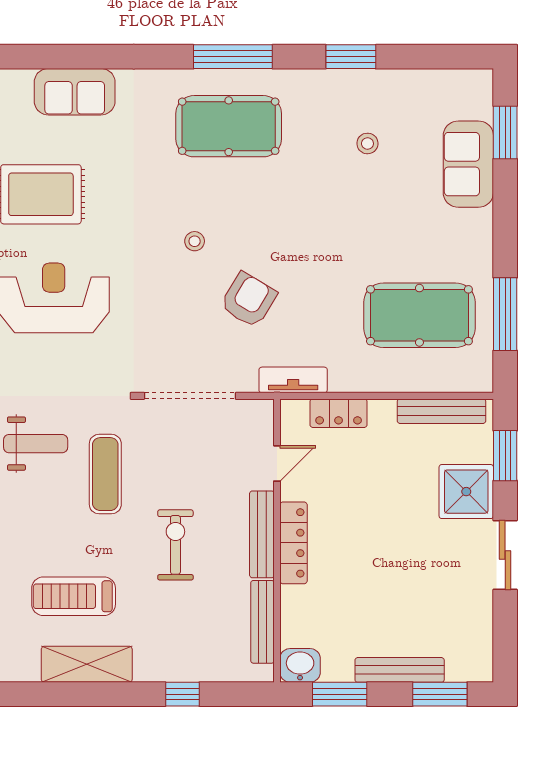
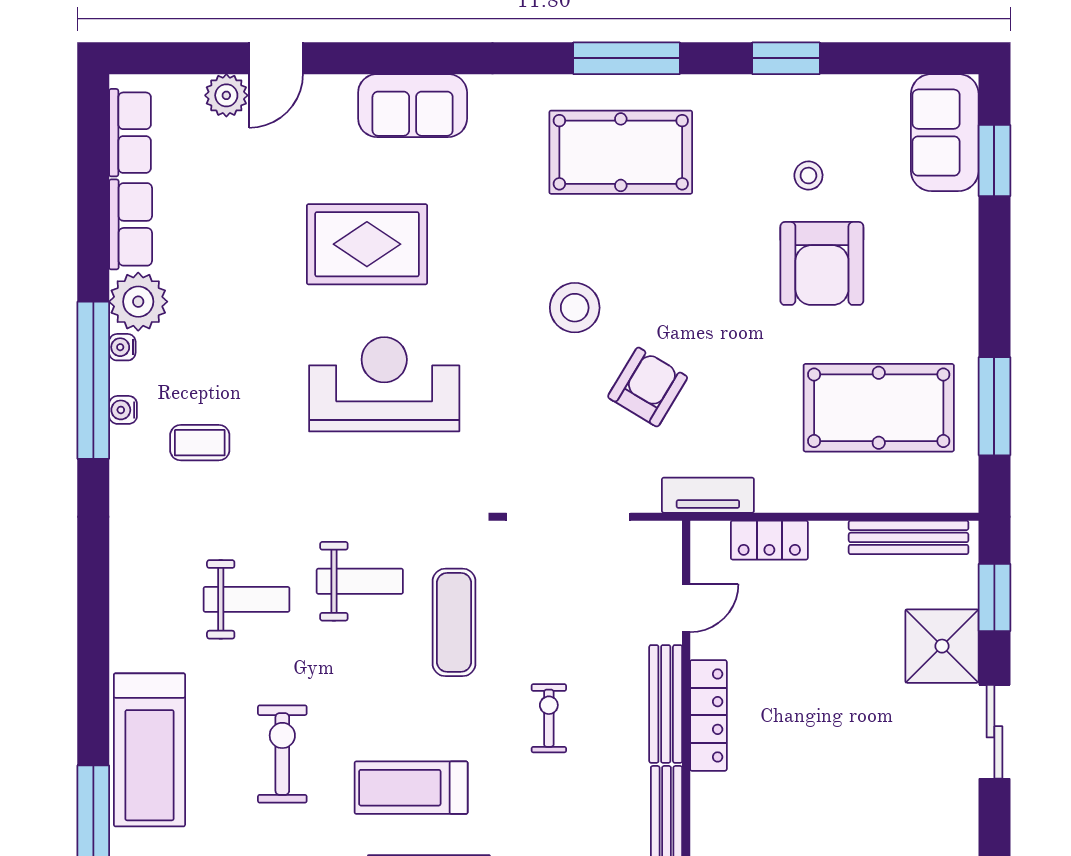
sofa: (468, 164) -> (945, 133), moved
armchair: (377, 209) -> (822, 263), added
stool: (195, 241) -> (575, 308), width x1.89, depth x1.89
exercise bike: (175, 545) -> (549, 718), width x0.73, depth x0.72

